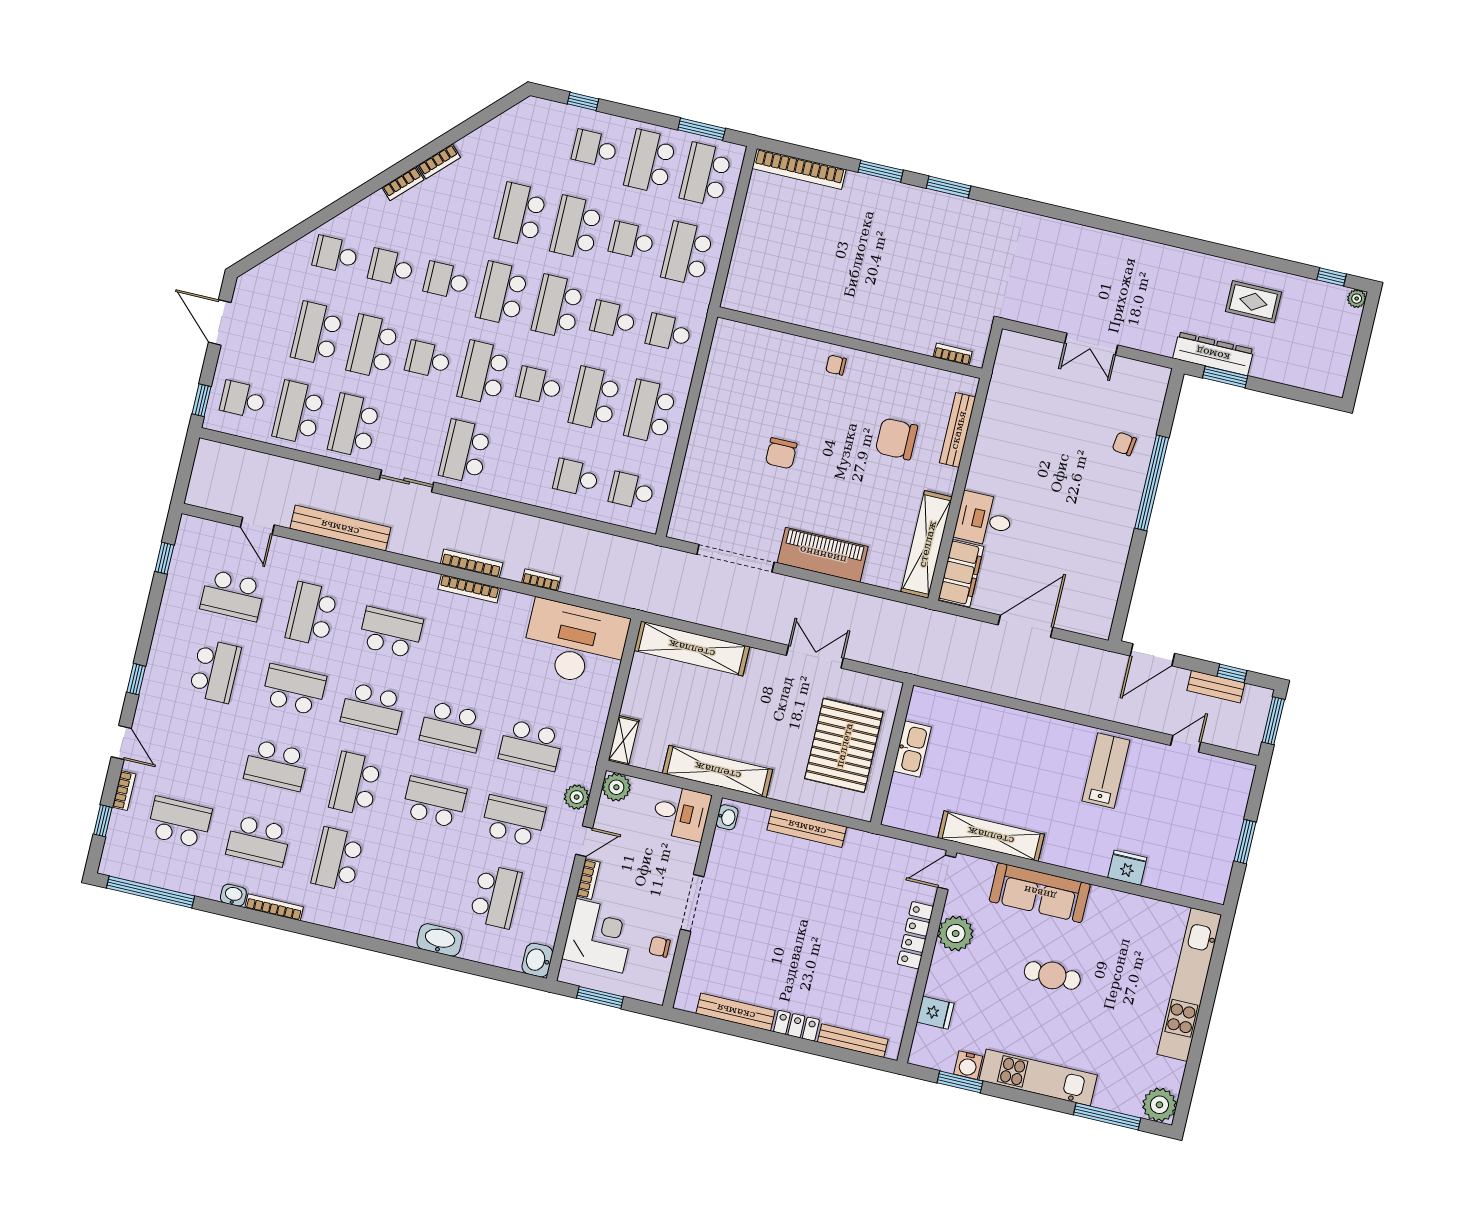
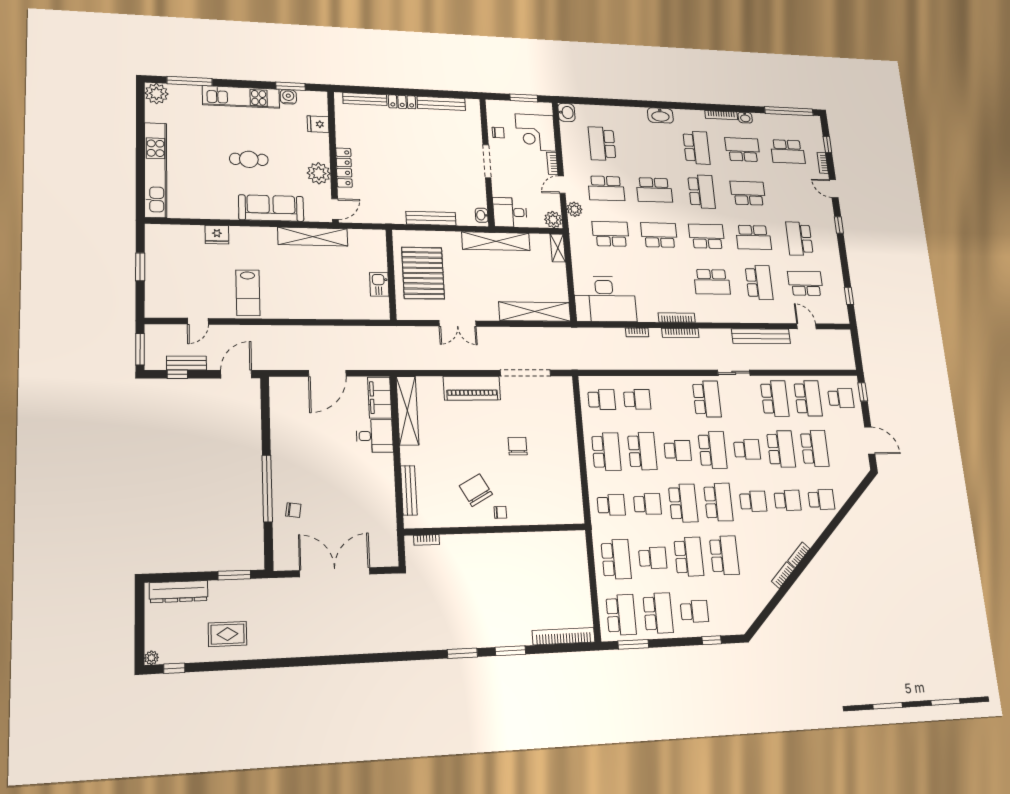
double door: (1091, 344) -> (335, 572), width x1.87
dresser: (1213, 354) -> (179, 592), moved
chair: (896, 439) -> (476, 490), moved, turned -119
kitchen sink: (912, 749) -> (379, 284), width x0.73
washbasin: (440, 940) -> (660, 115), moved

